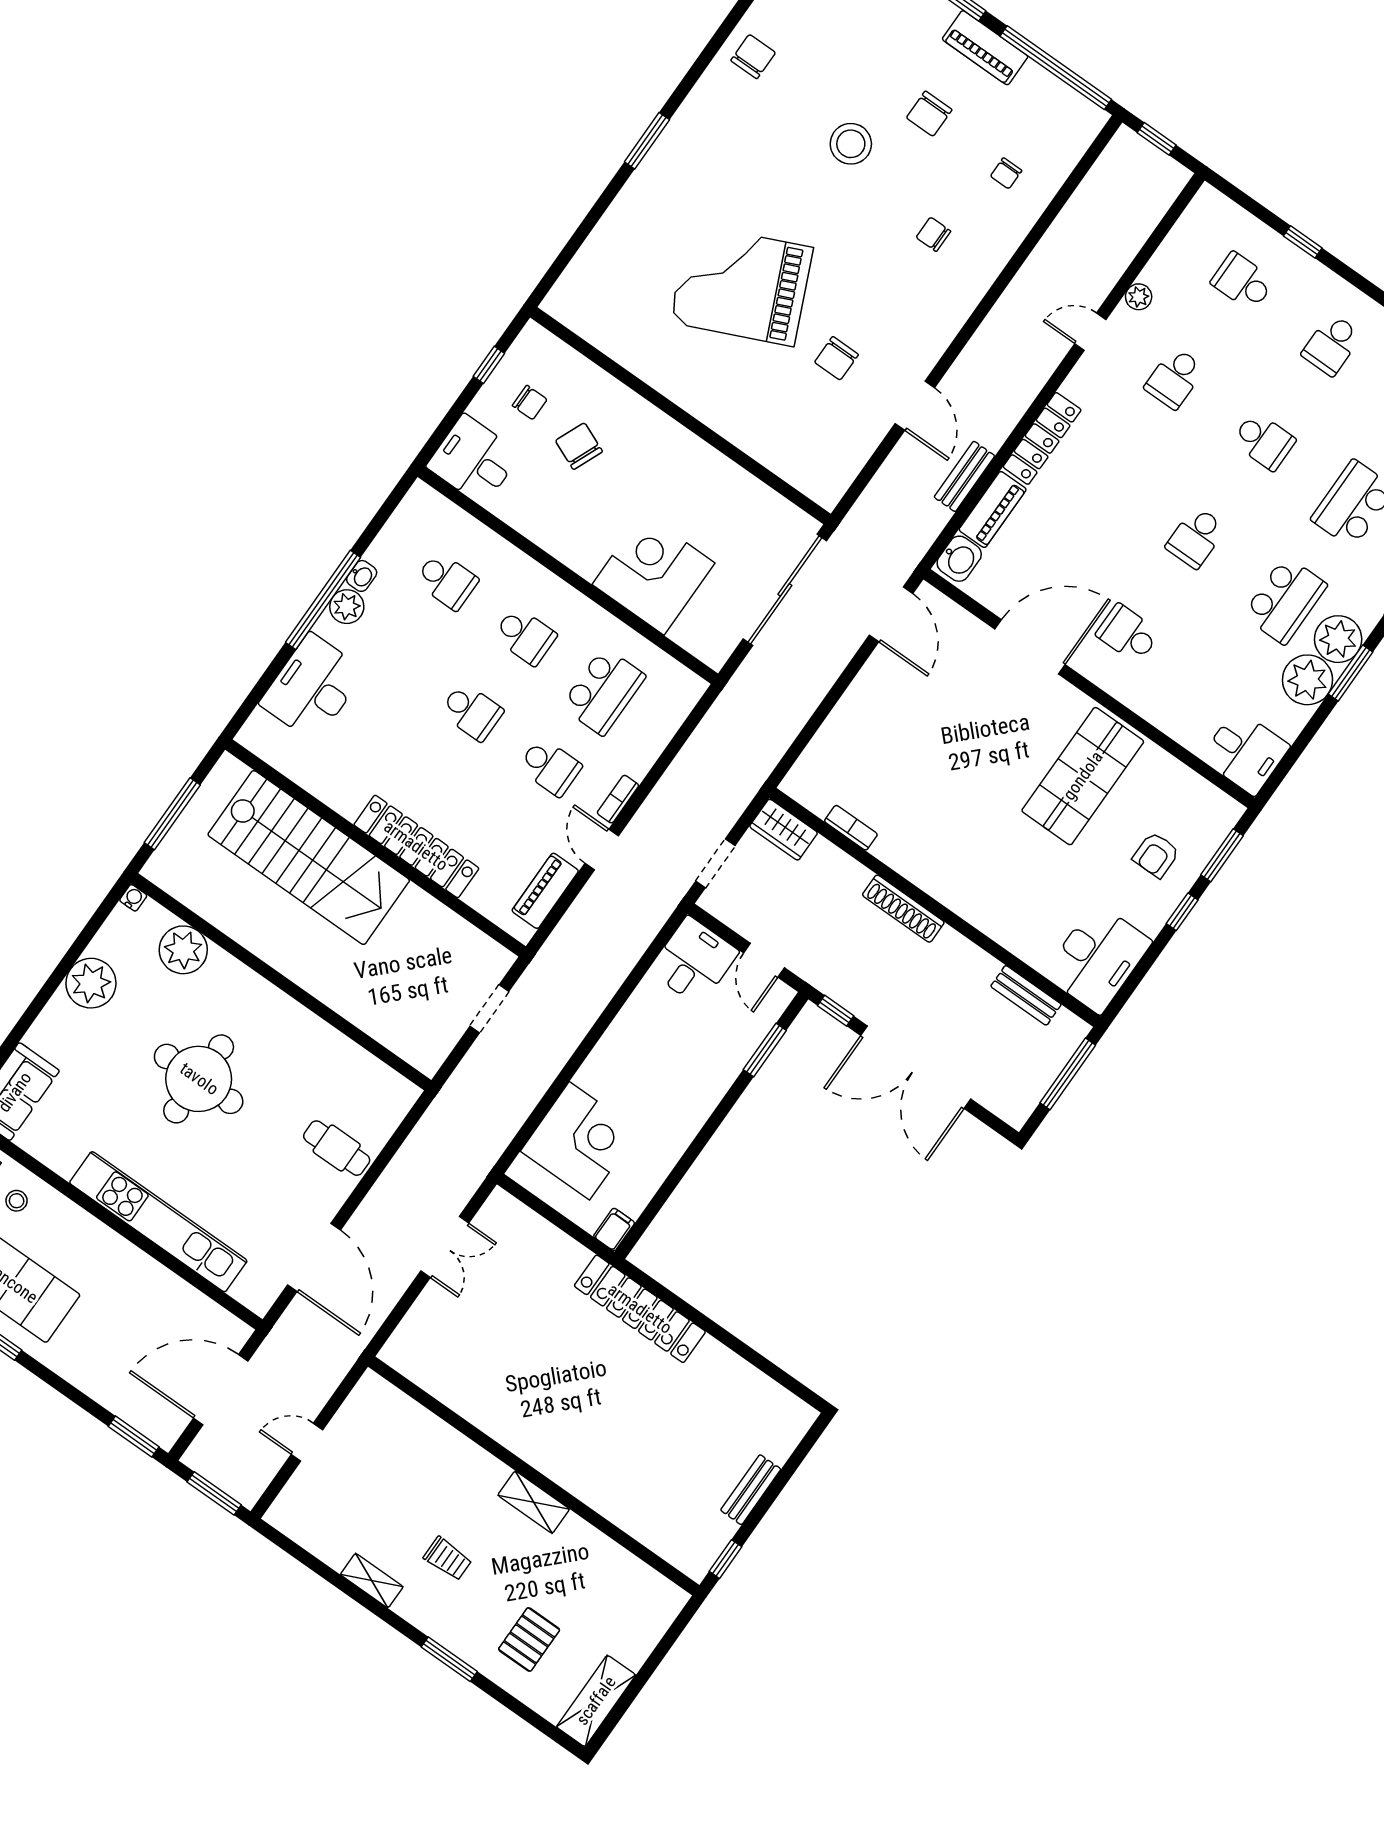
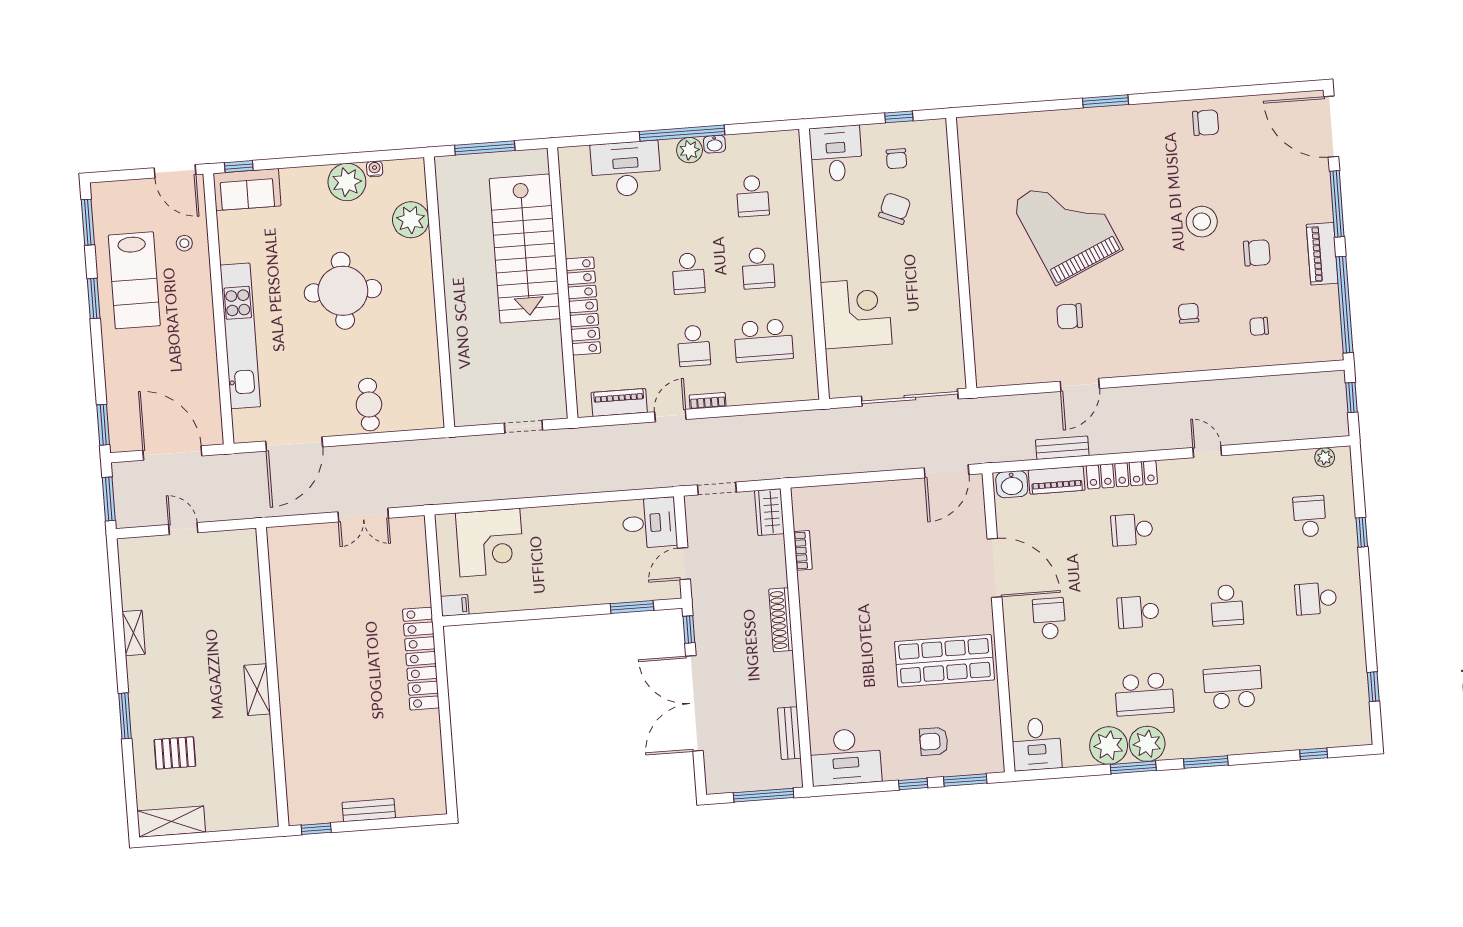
chair: (929, 114) -> (1257, 253), turned 180
plant: (1139, 297) -> (1325, 457), moved
school desk: (1175, 378) -> (1132, 530), moved
water cooler: (133, 898) -> (375, 169), moved, turned -90
trolley: (448, 1559) -> (183, 667), removed

